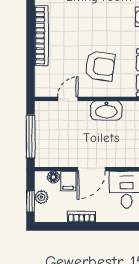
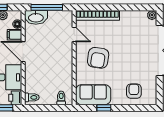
bookcase: (42, 36) -> (97, 15), moved
washbasin: (106, 110) -> (36, 17), moved, turned -90

